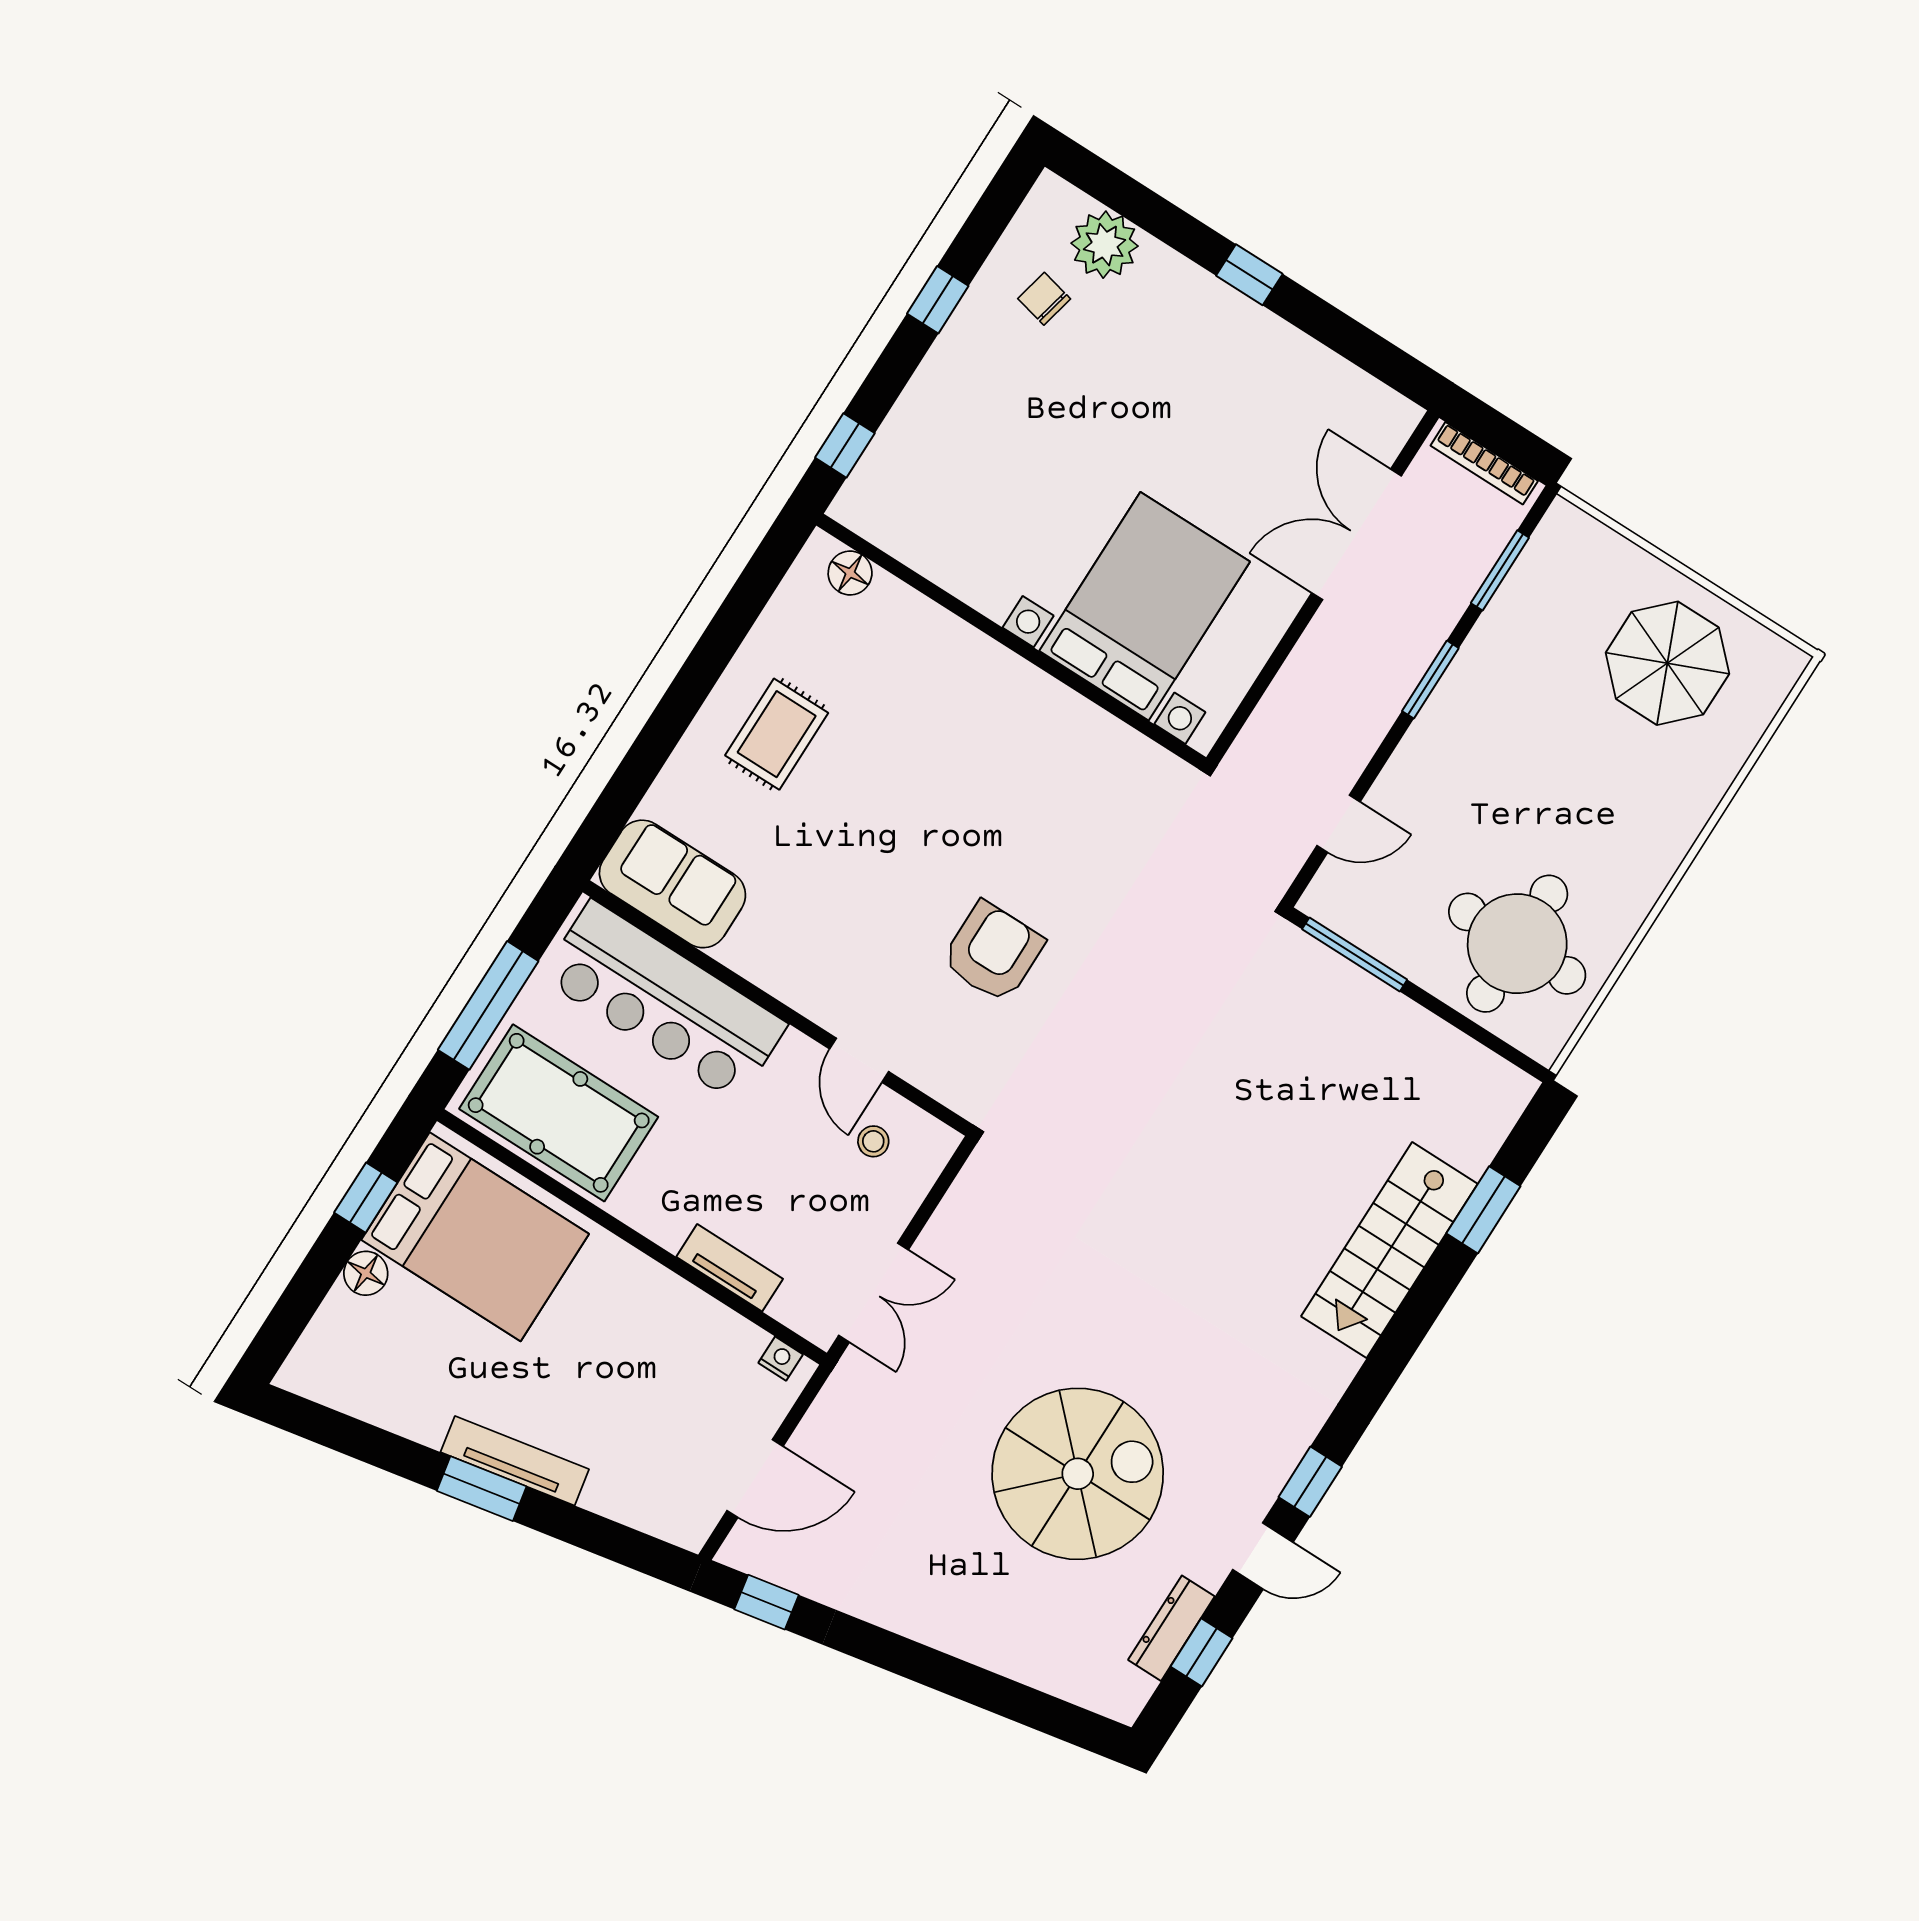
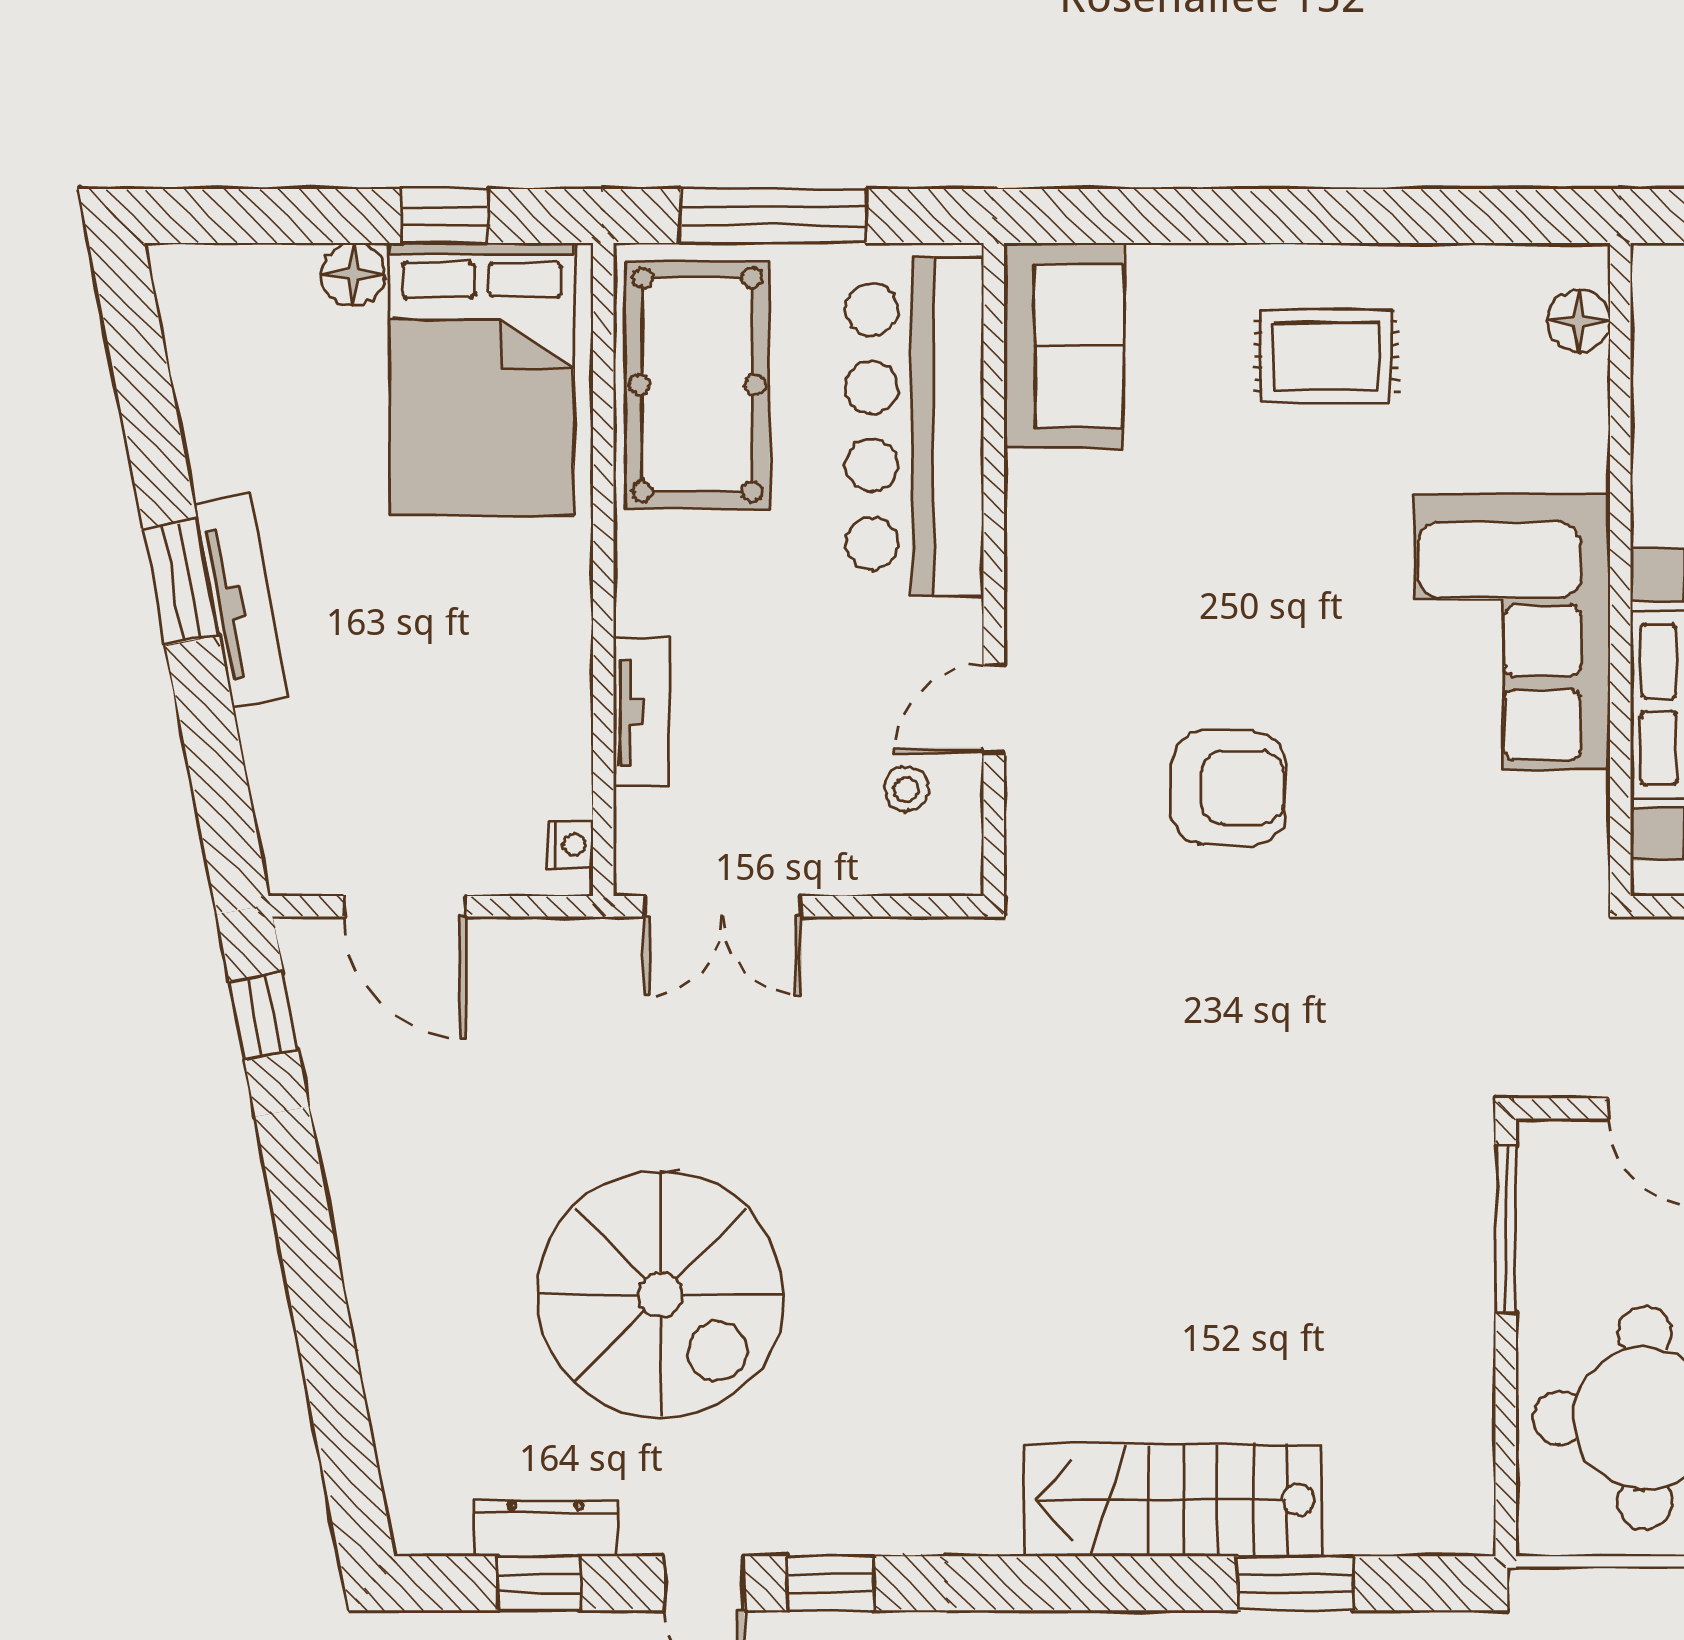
corner sofa: (1007, 728) -> (1512, 632), added

